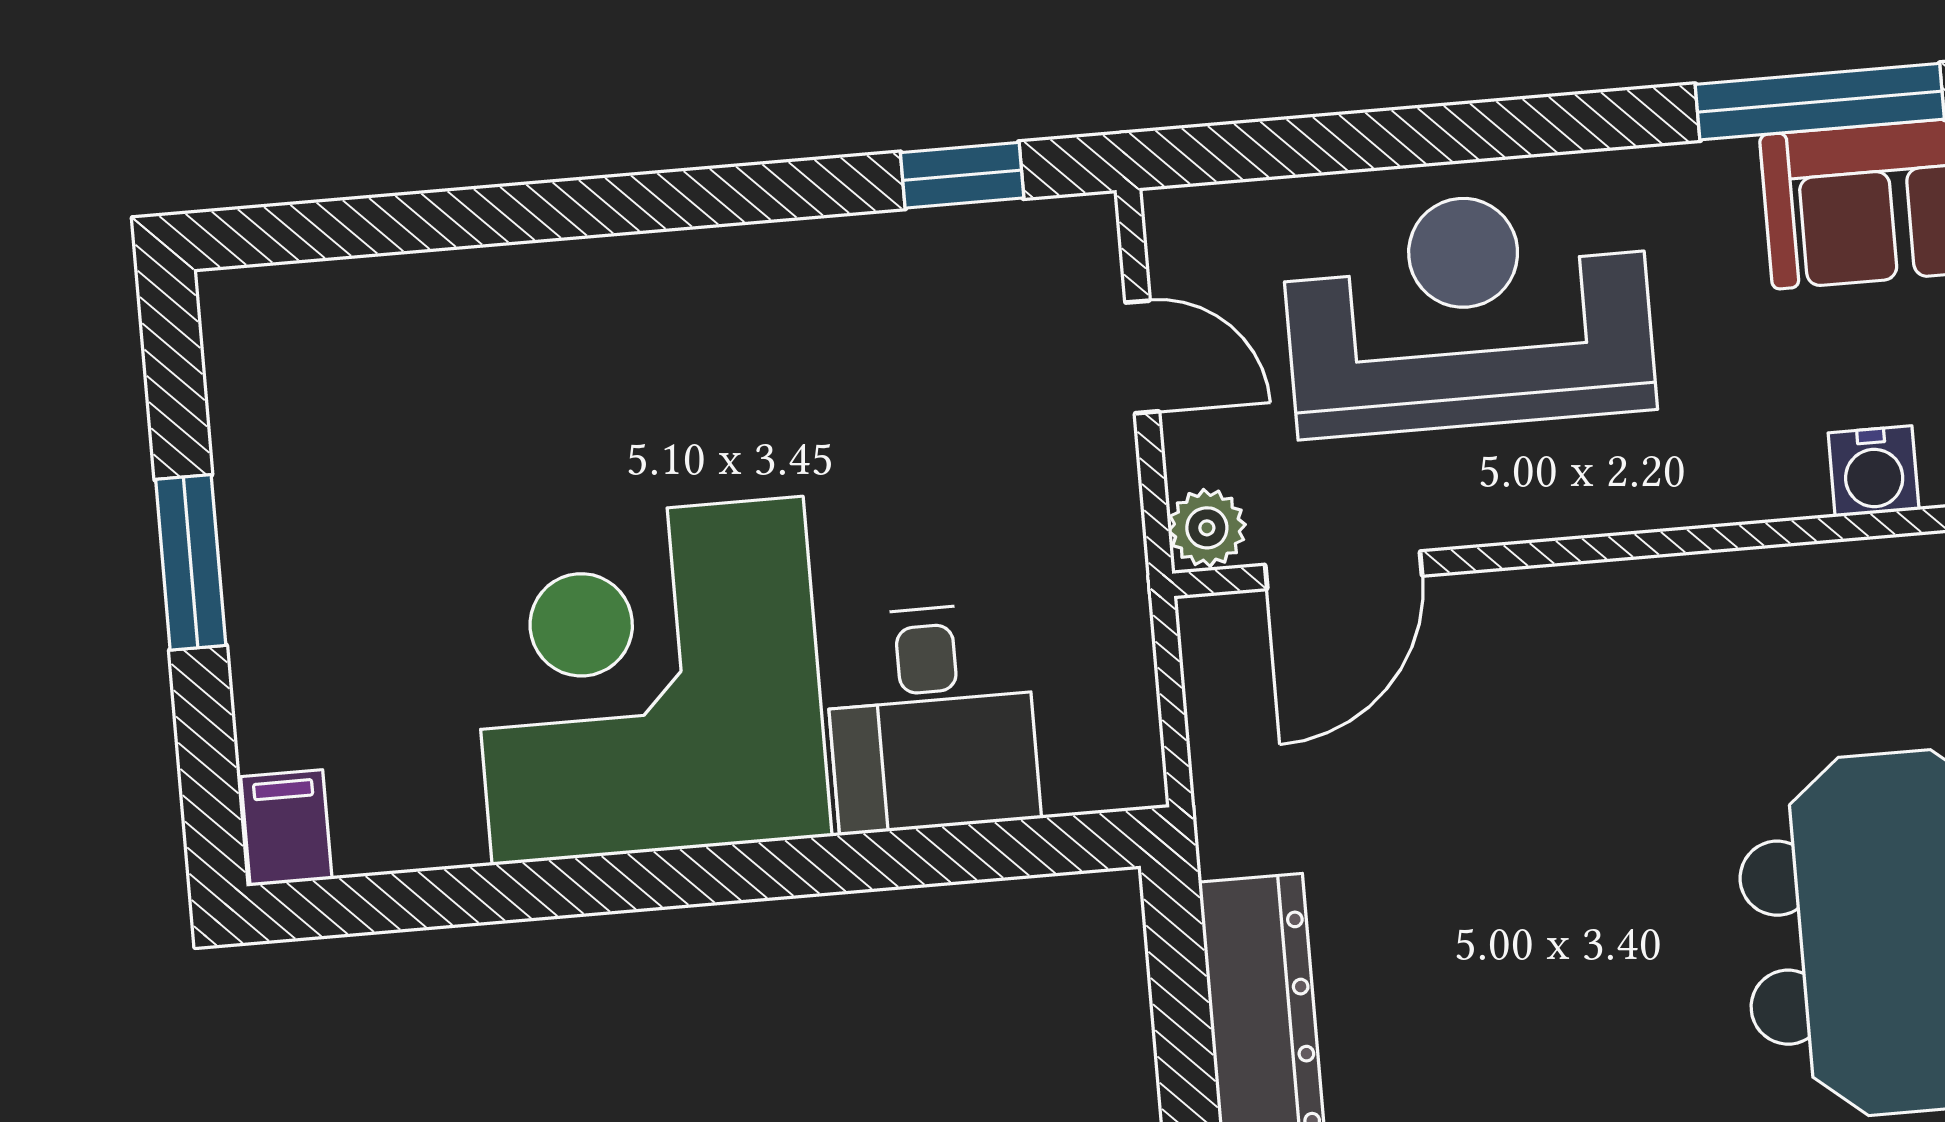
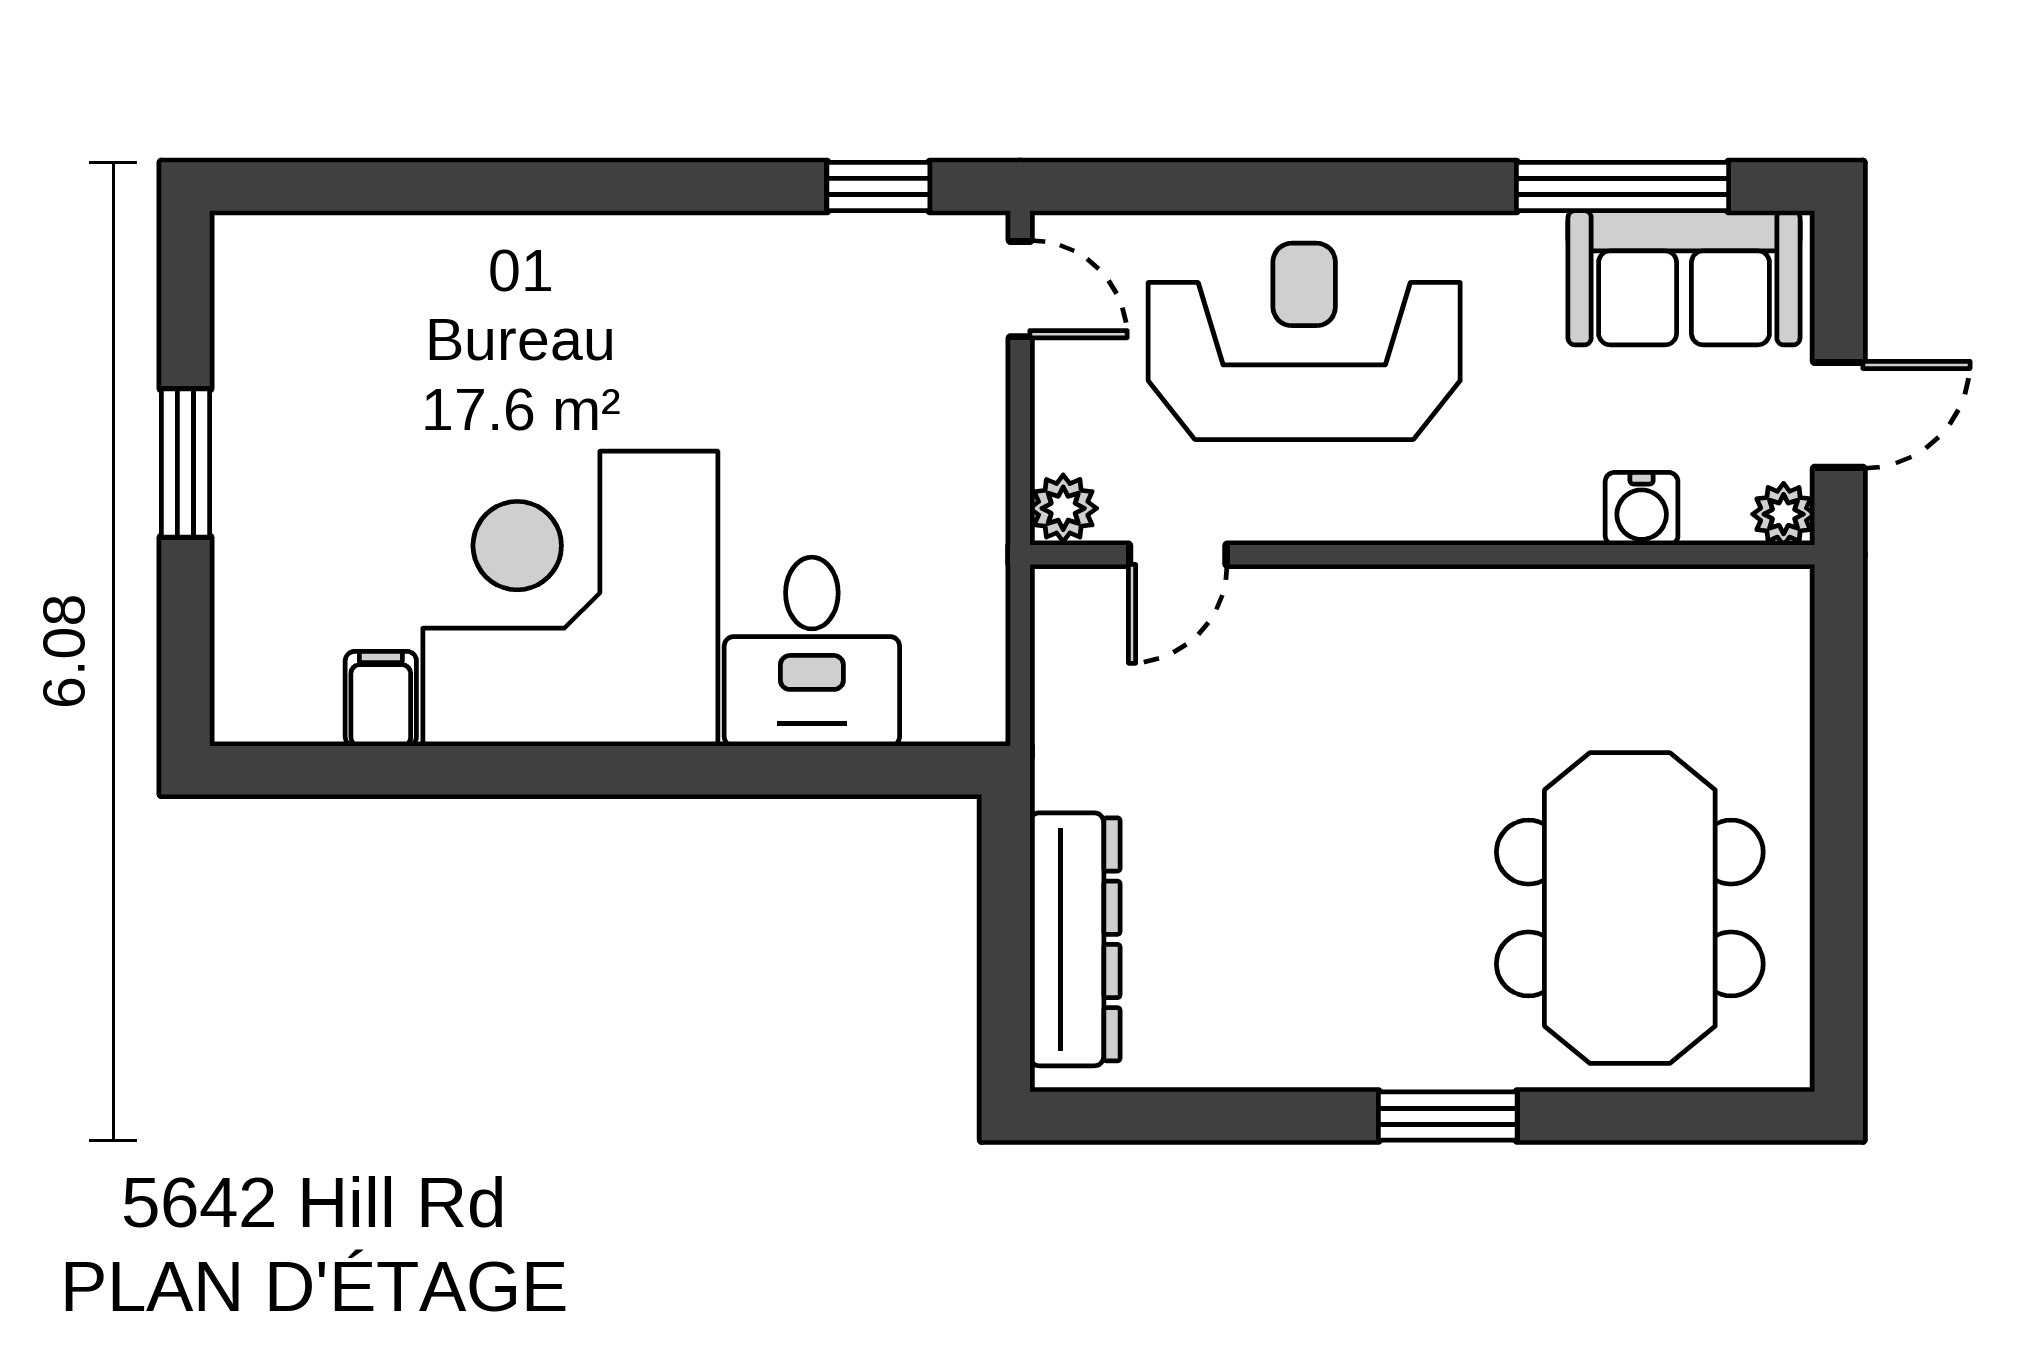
door: (1142, 357) -> (1020, 289), moved
door: (1344, 570) -> (1178, 555), width x0.73
filing cabinet: (286, 828) -> (381, 699), moved

